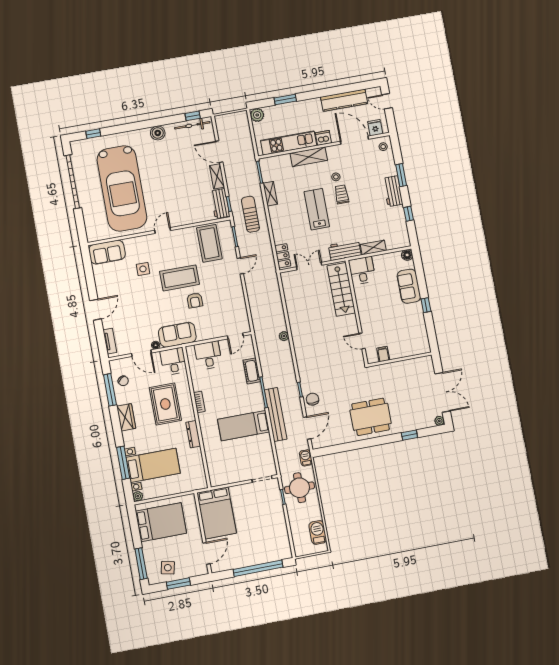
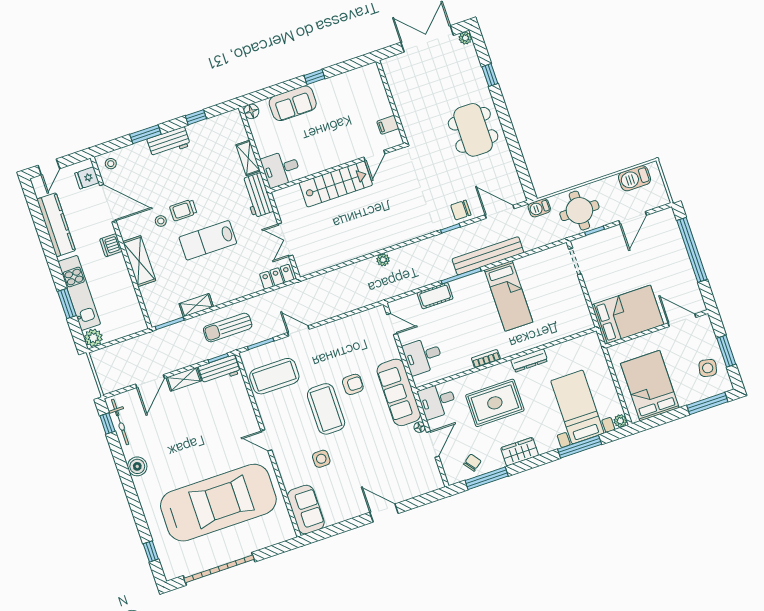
door: (354, 140) -> (108, 203), swing flipped
kitchen unit: (289, 143) -> (79, 293), moved, turned 180
stairs: (341, 289) -> (336, 184), moved
sofa: (177, 335) -> (399, 392), width x1.36
tv unit: (110, 341) -> (423, 488), removed
door: (288, 527) -> (633, 218), added

